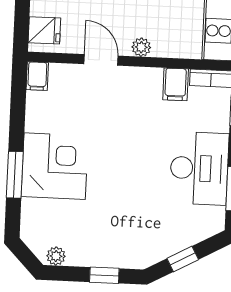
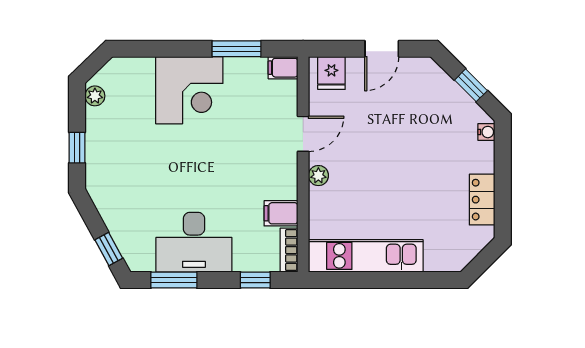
window: (15, 175) -> (237, 49), moved
window: (183, 259) -> (109, 249), moved

